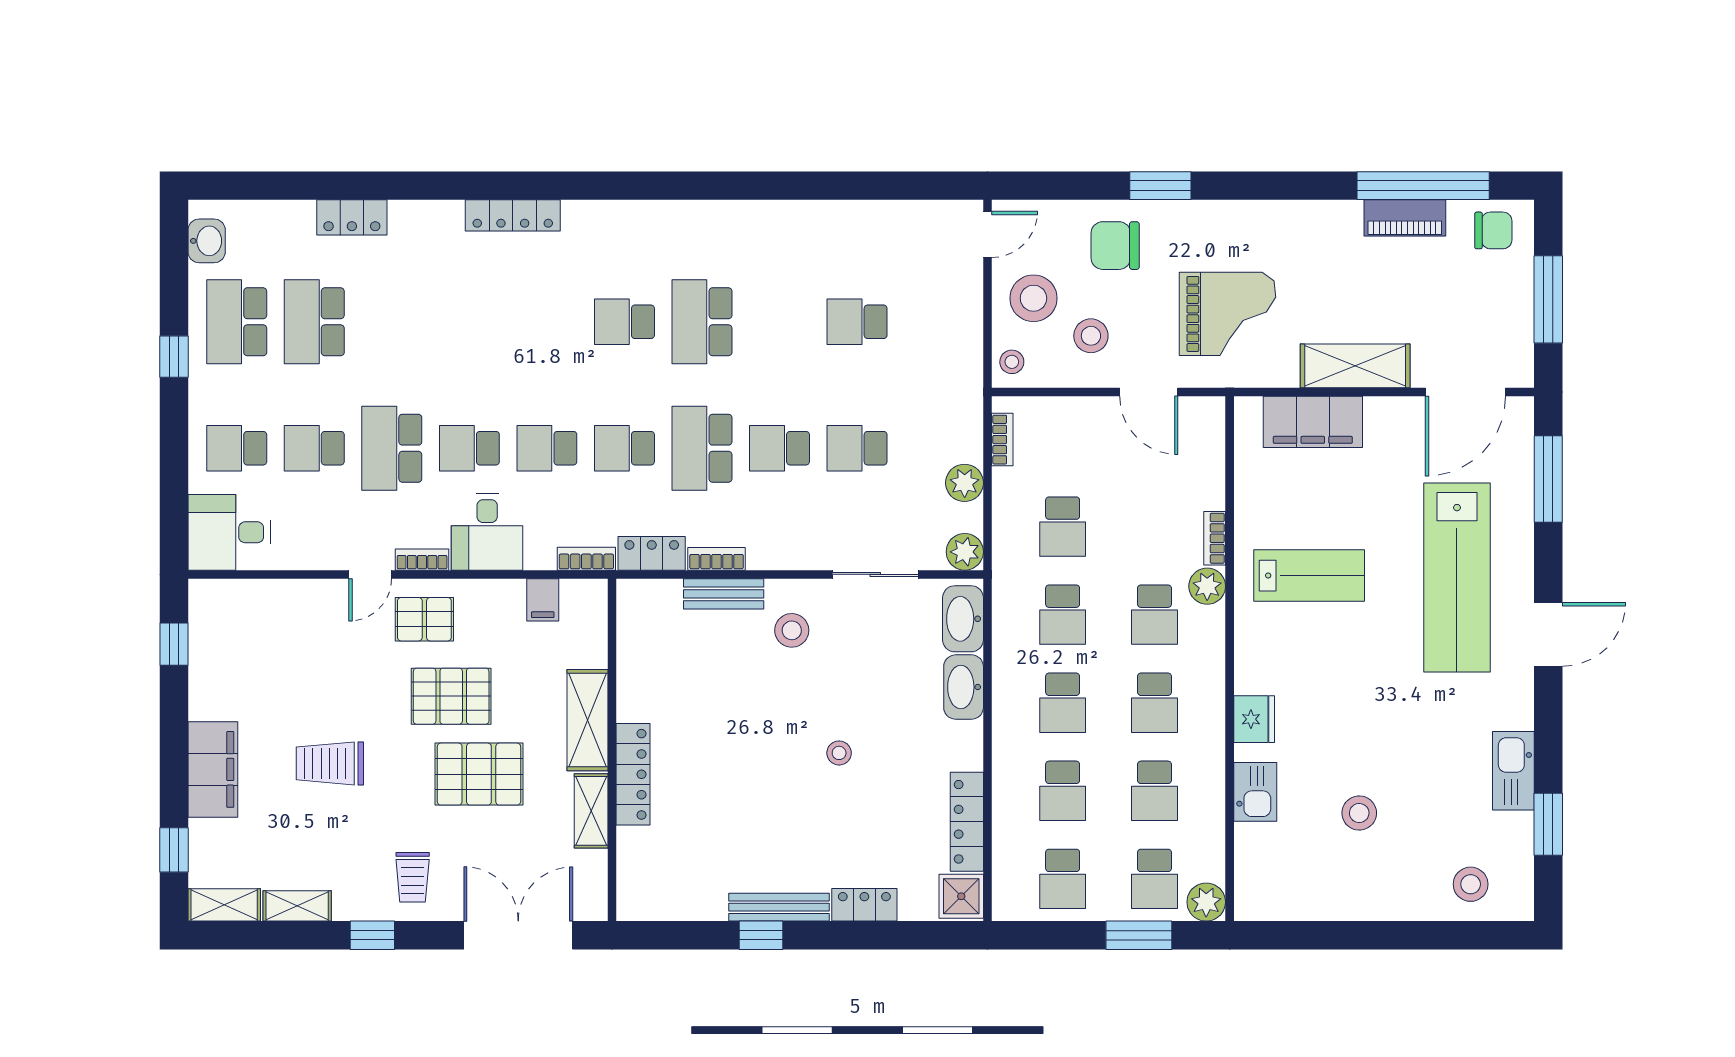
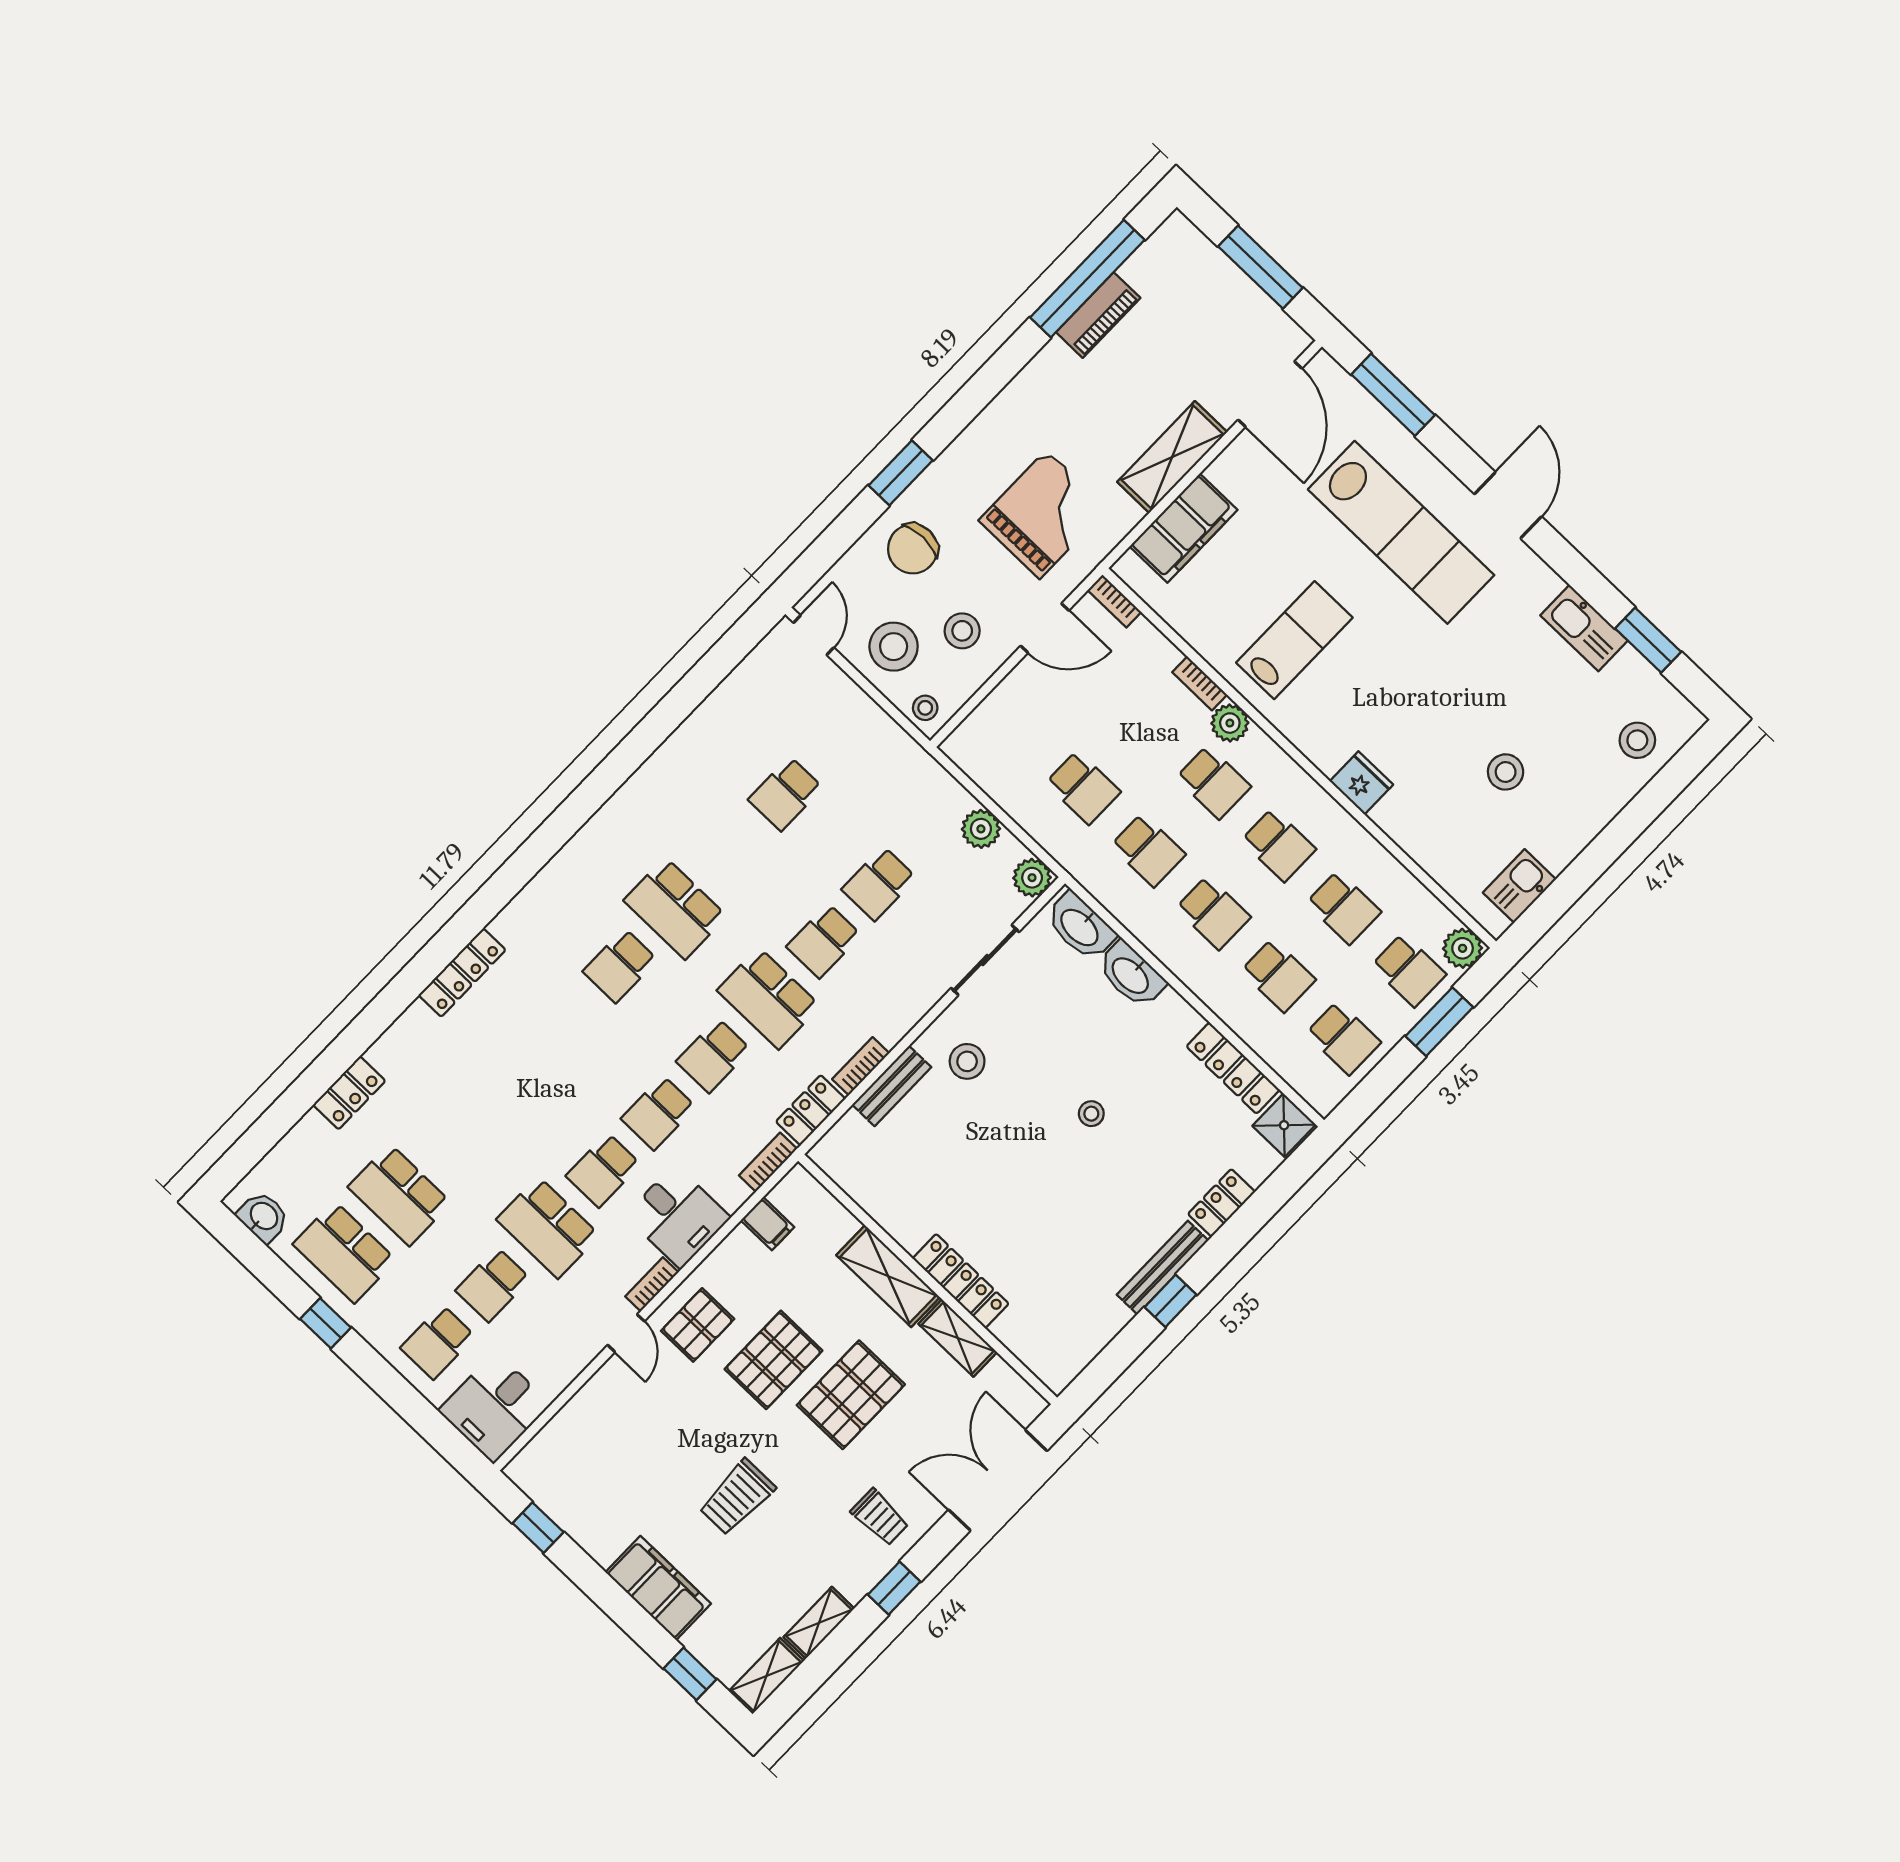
chair: (1493, 230) -> (1170, 259), removed
bookcase: (1002, 440) -> (1114, 601), moved, turned 180
kitchen sink: (1255, 792) -> (1519, 886), moved, turned -90

